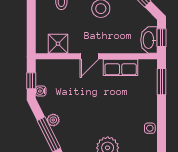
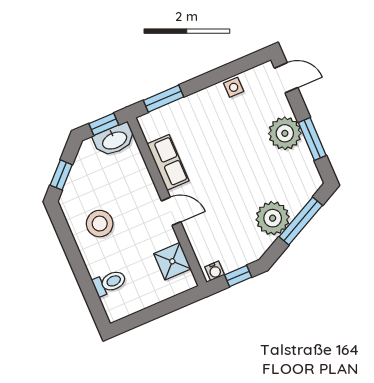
water cooler: (41, 91) -> (215, 271), moved
plant: (53, 120) -> (273, 218), width x1.87, depth x1.87

